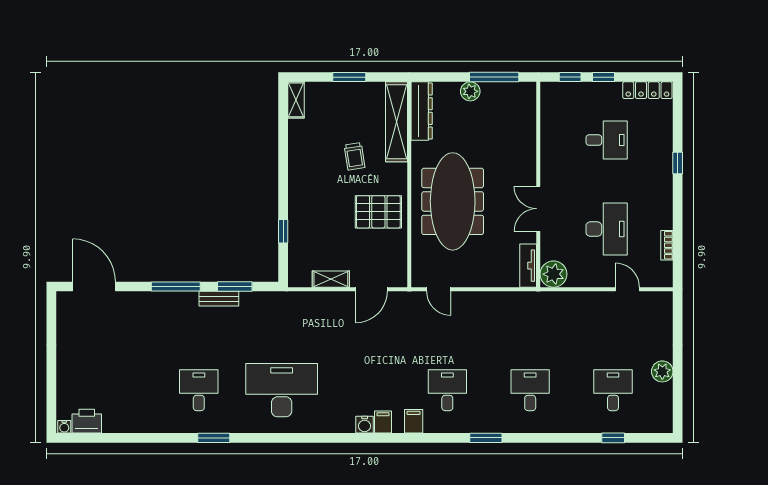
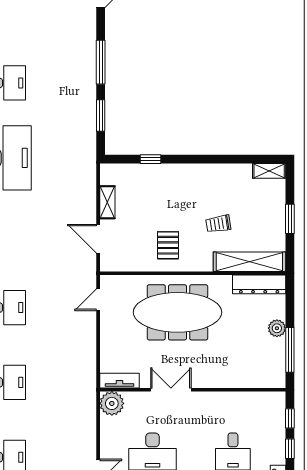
pallet: (378, 212) -> (168, 245), width x0.67, depth x0.71
bench: (219, 299) -> (90, 101), removed

